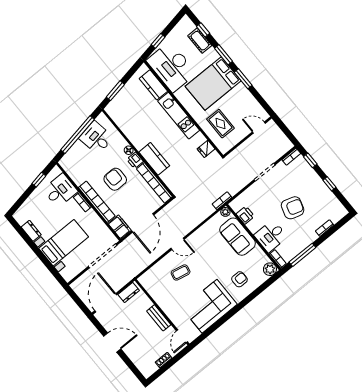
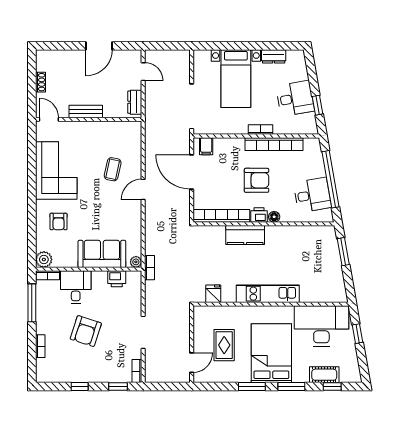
kitchen counter: (153, 85) -> (318, 294), removed
rug: (220, 124) -> (224, 345), moved, turned 90
desk: (60, 190) -> (295, 98), moved, turned -100
bookcase: (97, 202) -> (274, 144), moved
filing cabinet: (120, 227) -> (206, 146), width x0.50
door: (106, 303) -> (143, 72), width x0.53

